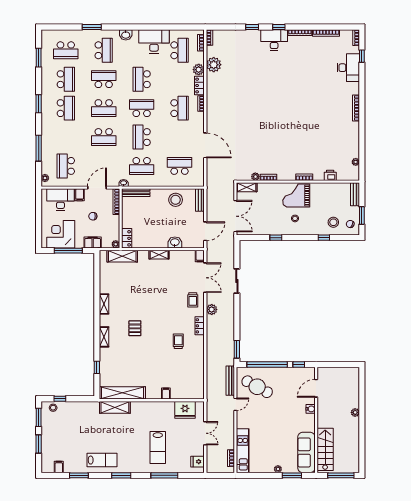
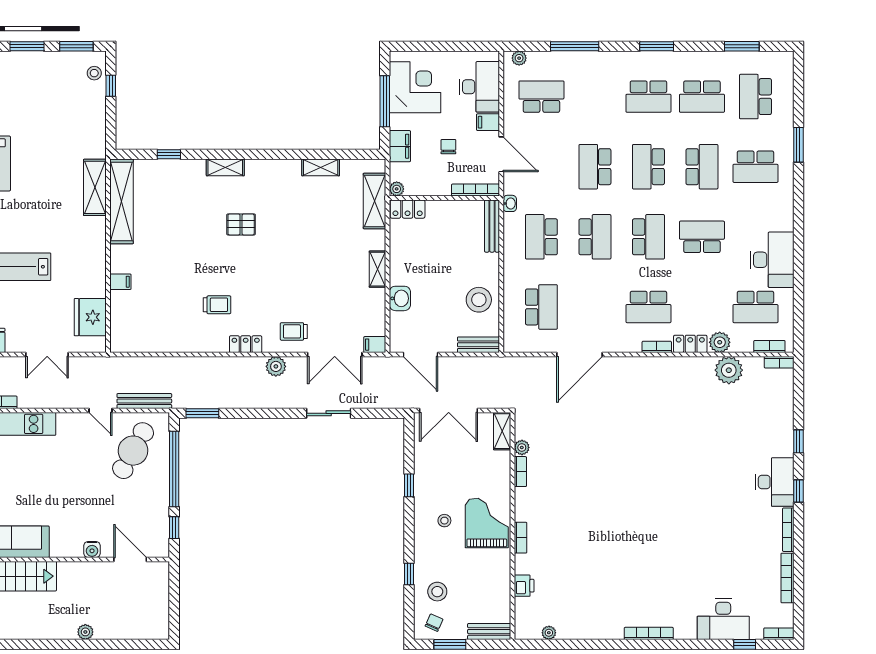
washbasin: (126, 35) -> (784, 207), removed
school desk: (142, 137) -> (595, 237), turned 90
shelving: (104, 304) -> (321, 167), moved

